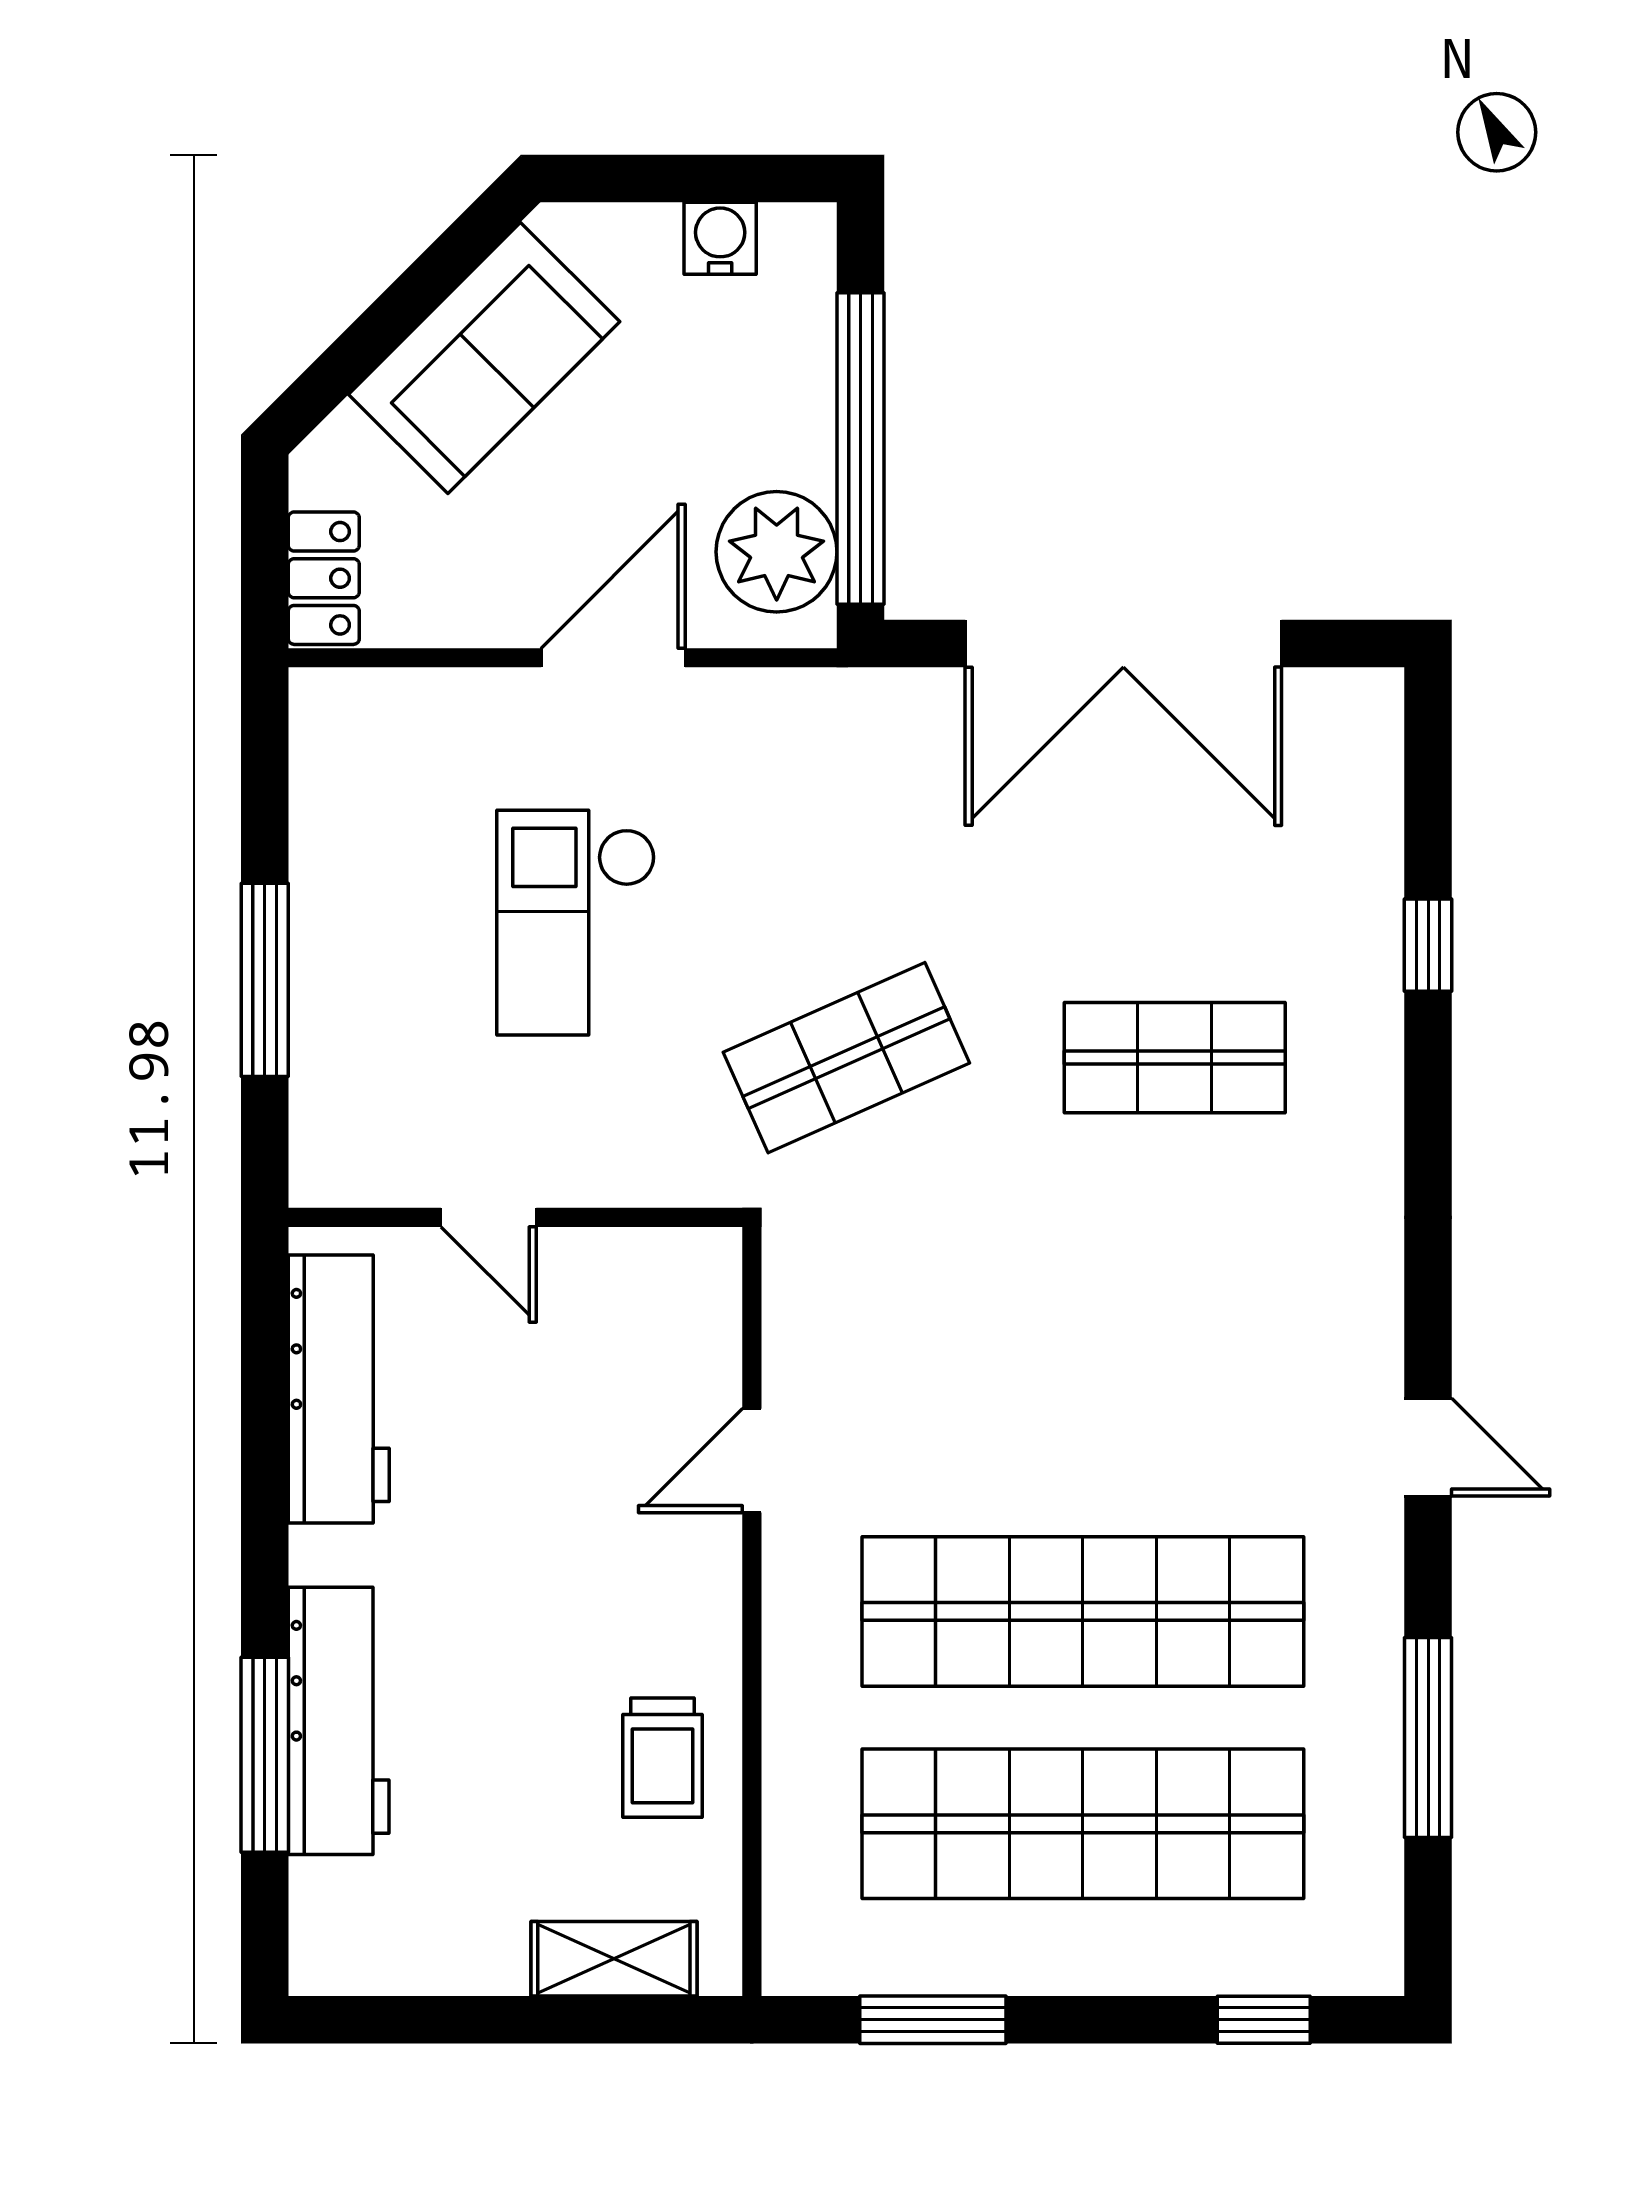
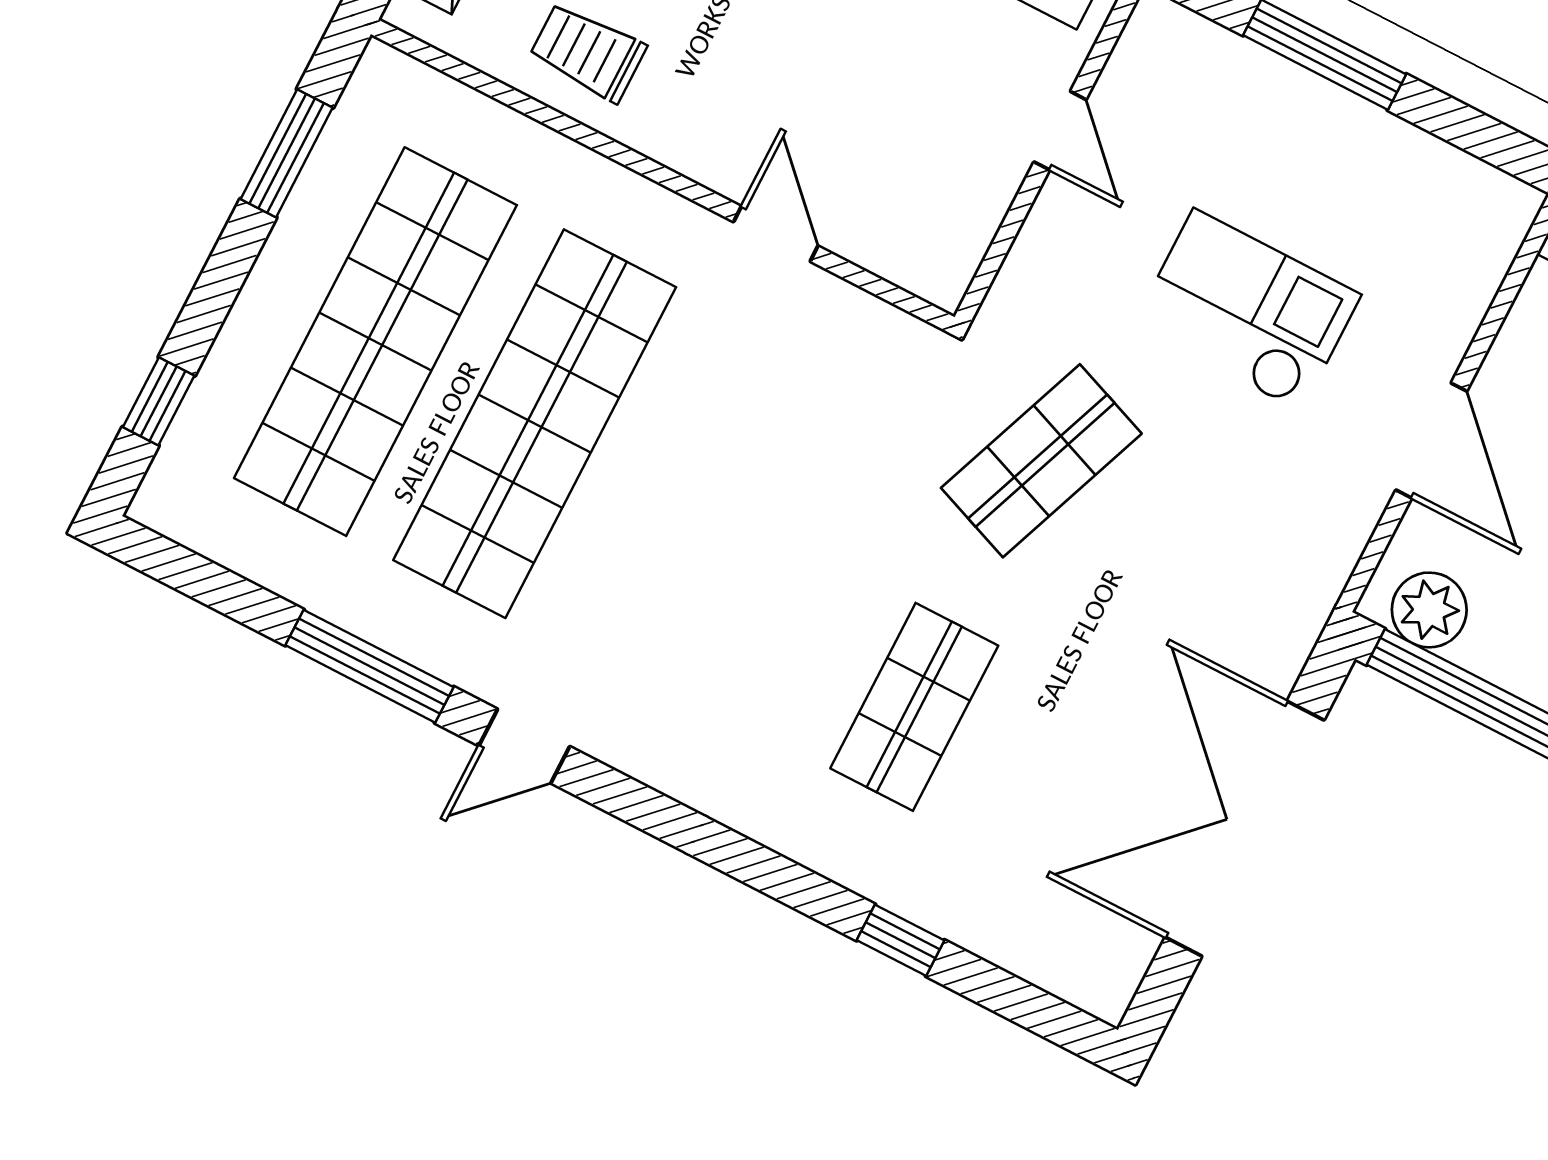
plant: (777, 552) -> (1429, 610), width x0.73, depth x0.73
shop shelf: (846, 1058) -> (1041, 461), turned 45
door: (489, 1217) -> (1060, 131), swing flipped
window: (1428, 1737) -> (369, 666), moved

